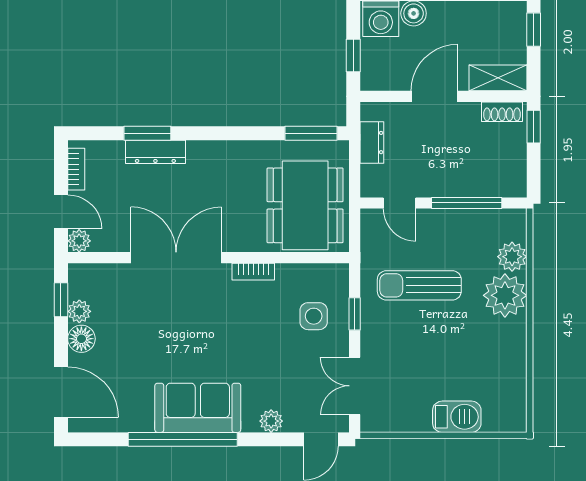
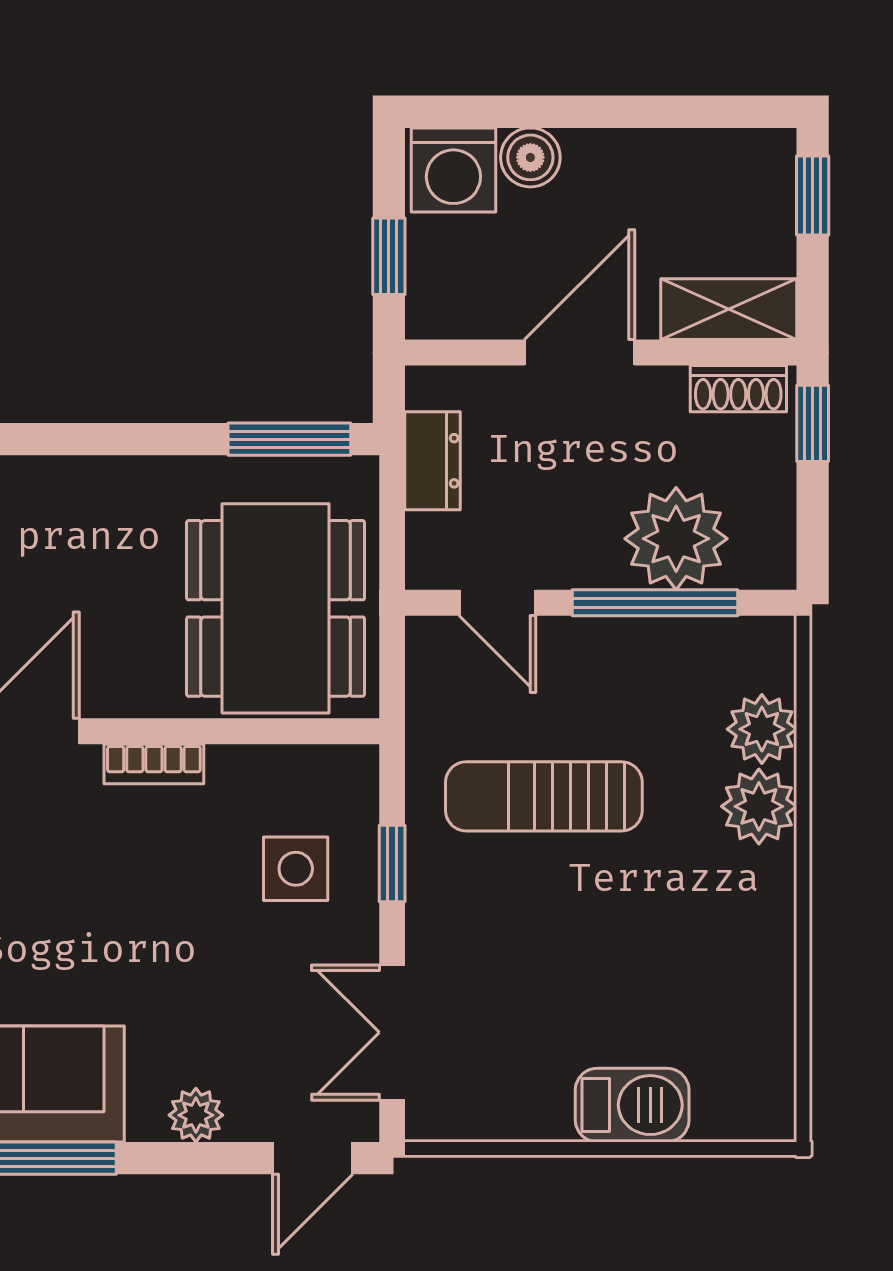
plant: (476, 176) -> (676, 539), added
plant: (505, 295) -> (759, 806), width x0.73, depth x0.73

